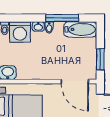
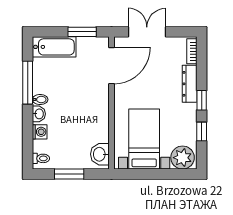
bathtub: (80, 29) -> (54, 47), moved, turned 90
washing machine: (20, 32) -> (40, 132), width x0.53, depth x0.53

